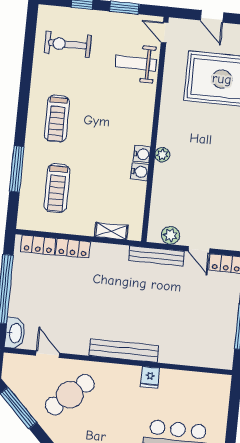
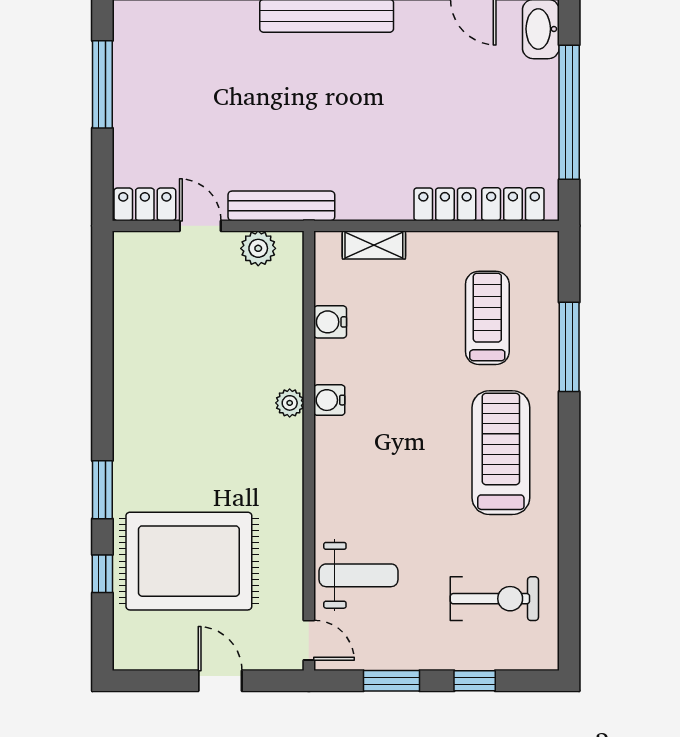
treadmill: (57, 119) -> (501, 453), width x1.37, depth x1.38
water cooler: (140, 172) -> (330, 322), moved

